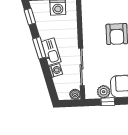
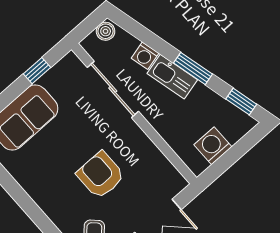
plant: (104, 92) -> (54, 80), removed
boiler: (75, 94) -> (106, 31), moved

